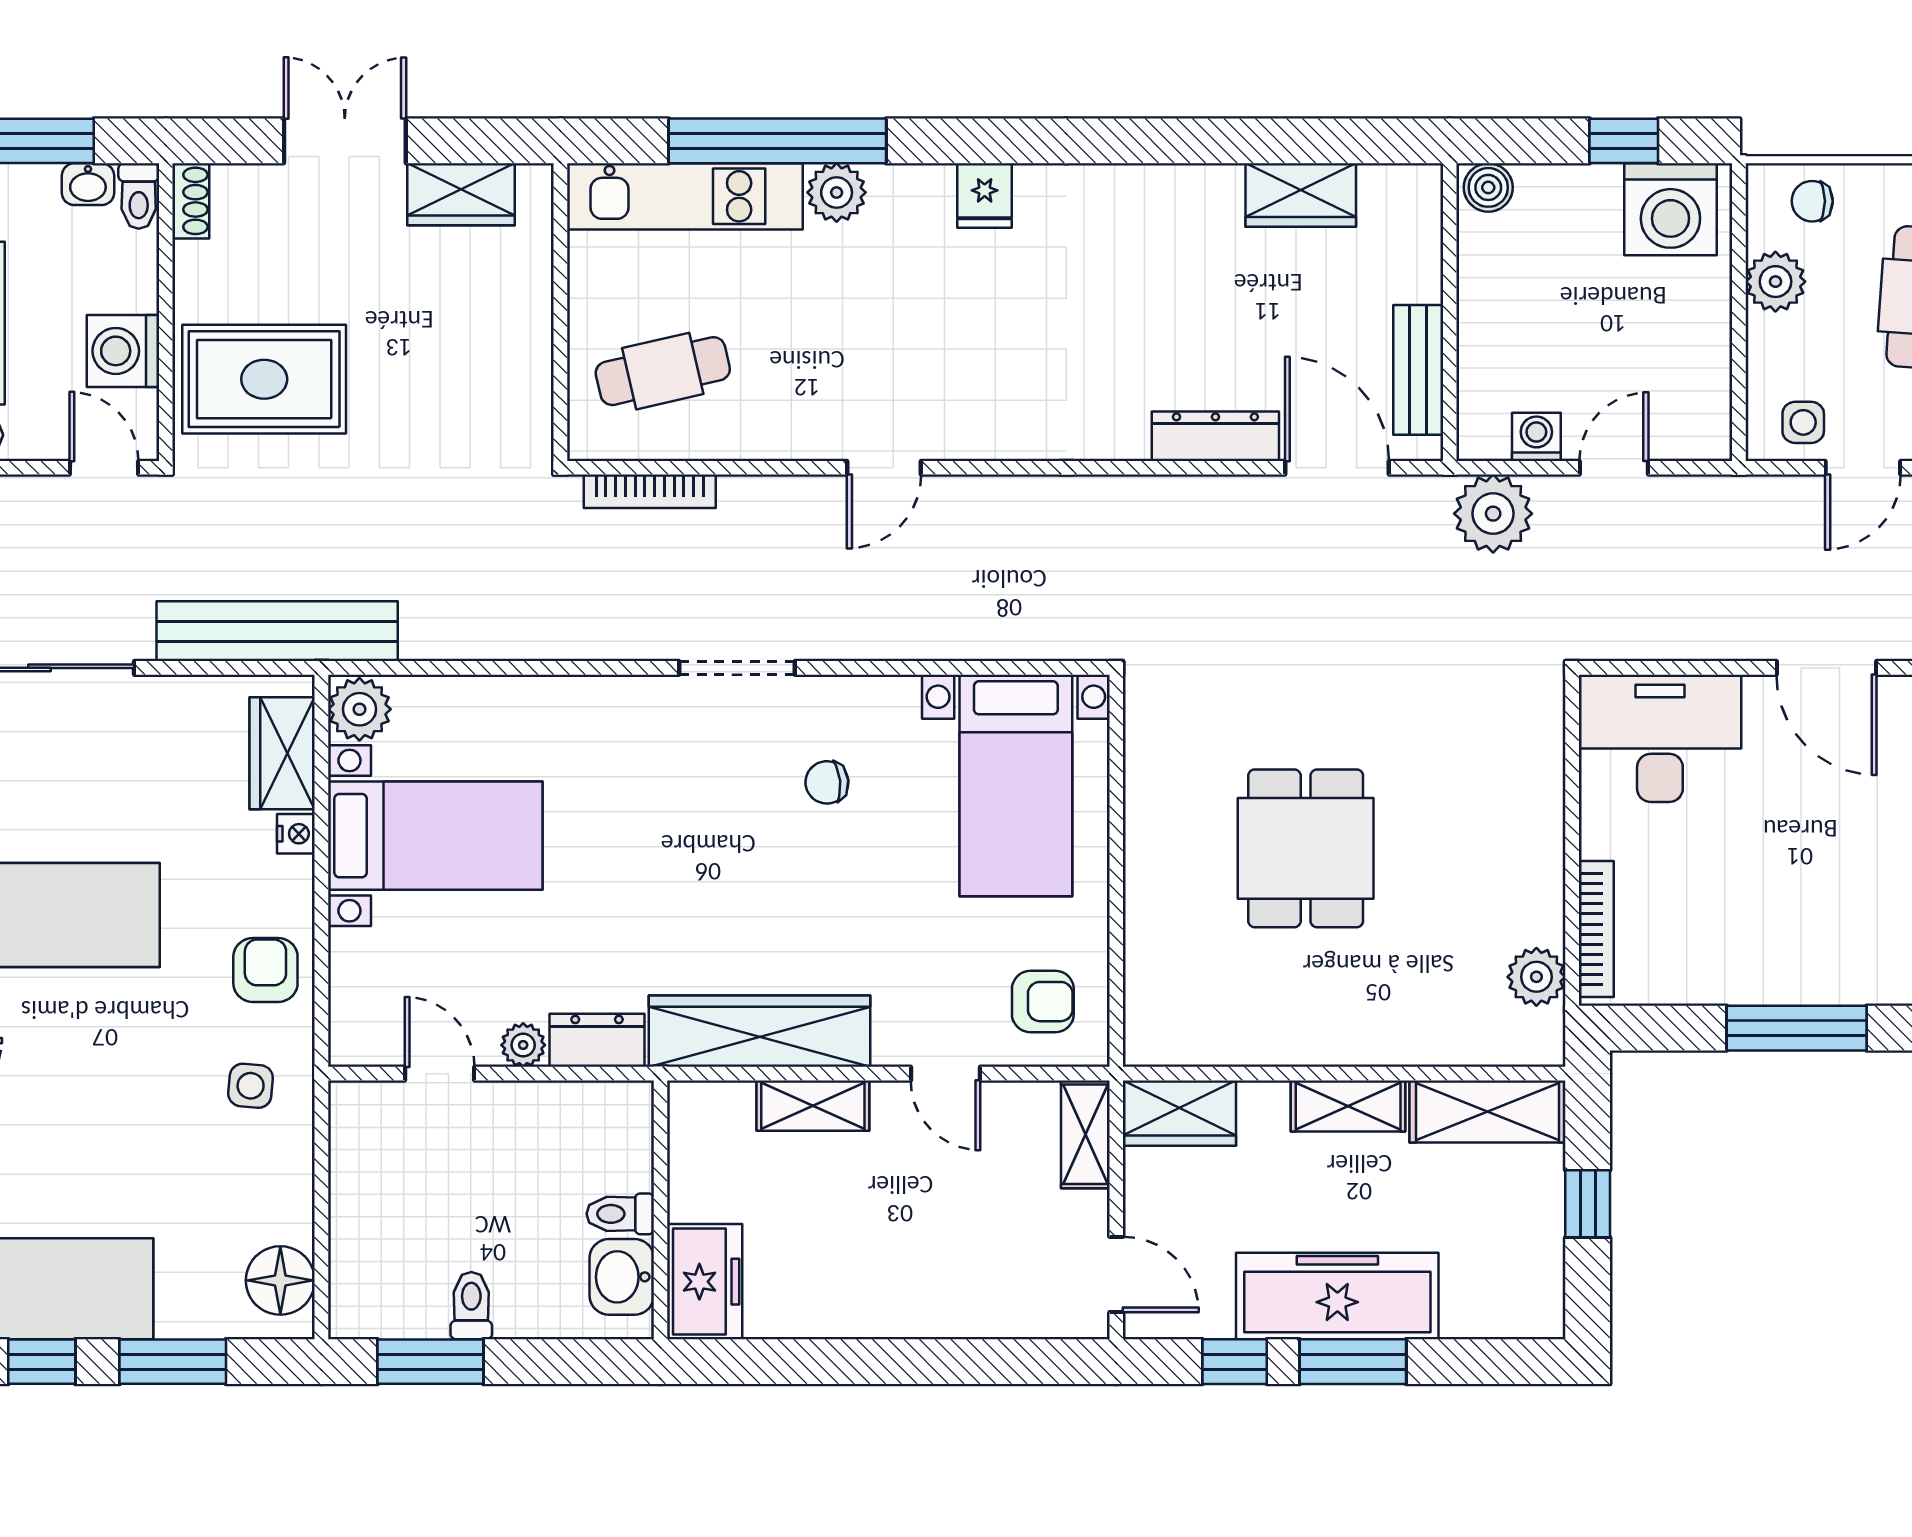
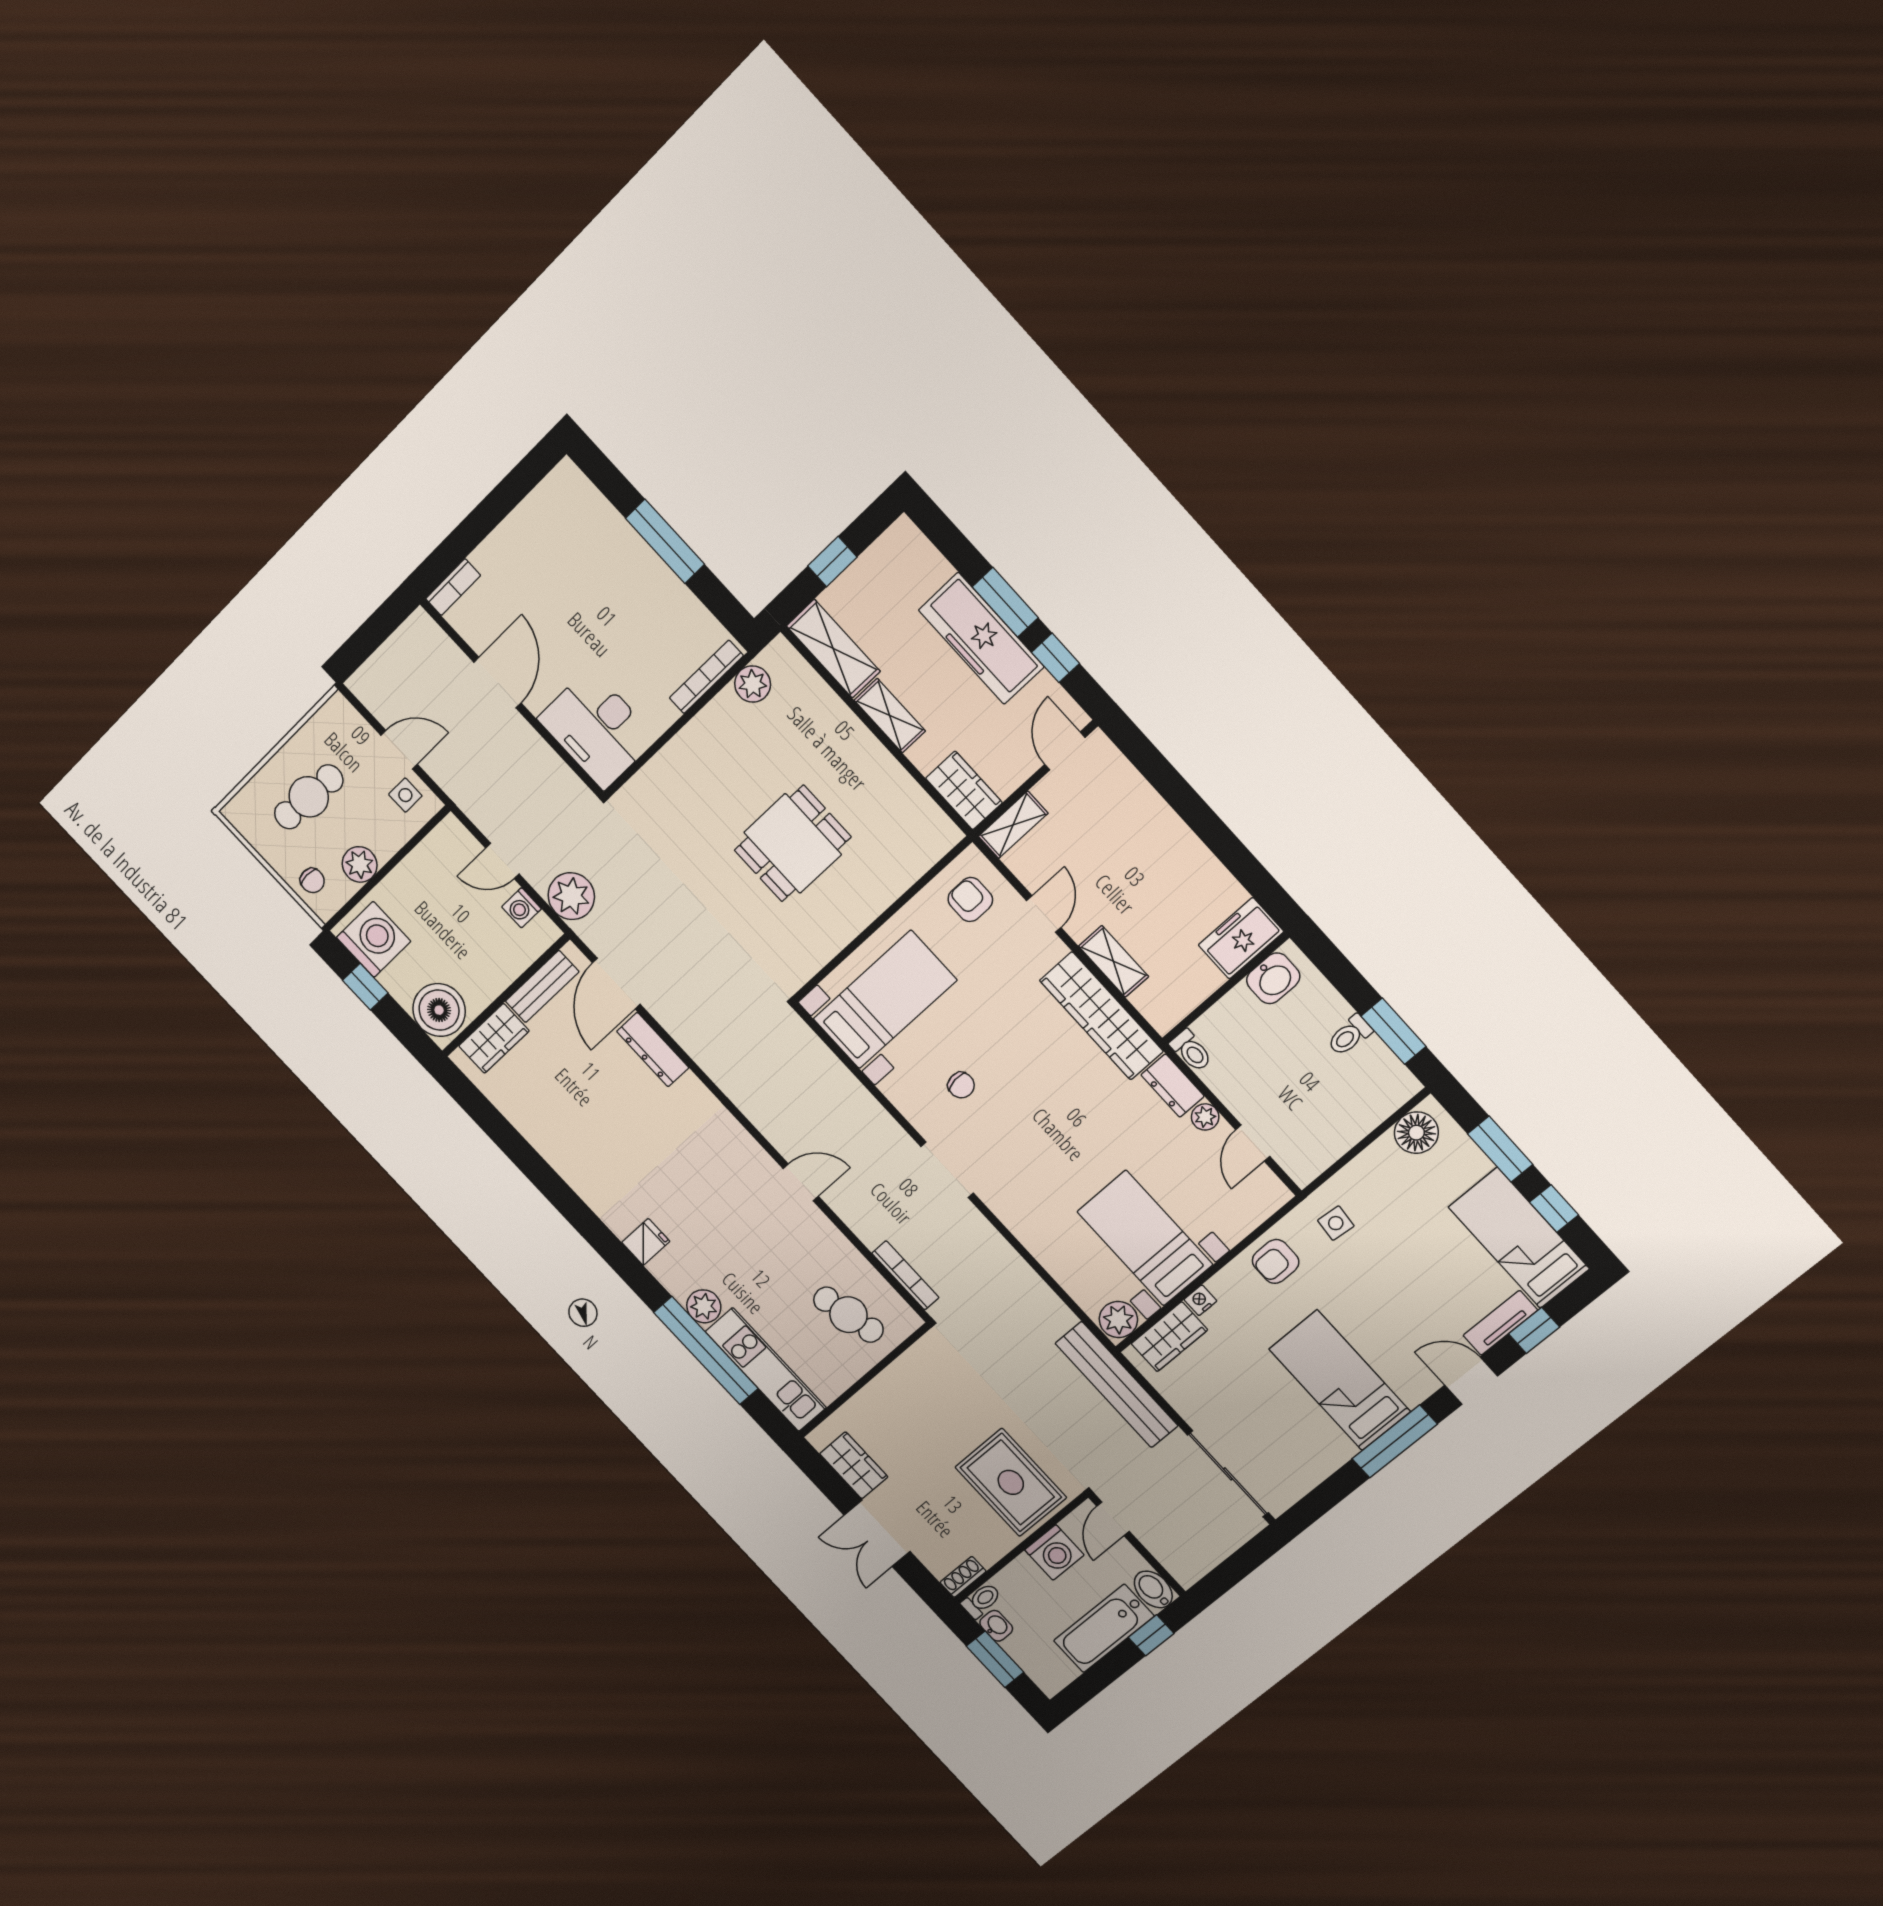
boiler: (1488, 187) -> (439, 1010), width x1.86, depth x1.86
wardrobe: (1301, 195) -> (494, 1038), moved, turned 90
toilet: (620, 1214) -> (1191, 1051), moved

